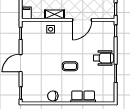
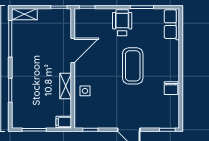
door: (82, 20) -> (73, 51), hinge flipped
coffee table: (70, 66) -> (133, 66), width x1.86, depth x1.72
row of seats: (83, 97) -> (172, 24), moved

